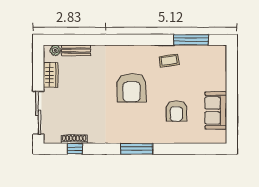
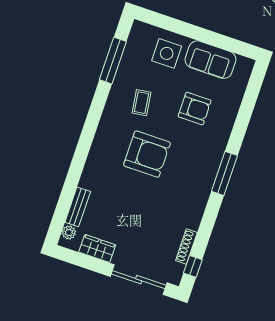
coffee table: (169, 61) -> (142, 103), moved
side table: (209, 77) -> (167, 53), added
window: (75, 149) -> (193, 266), moved

